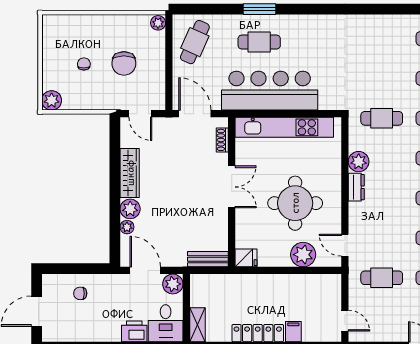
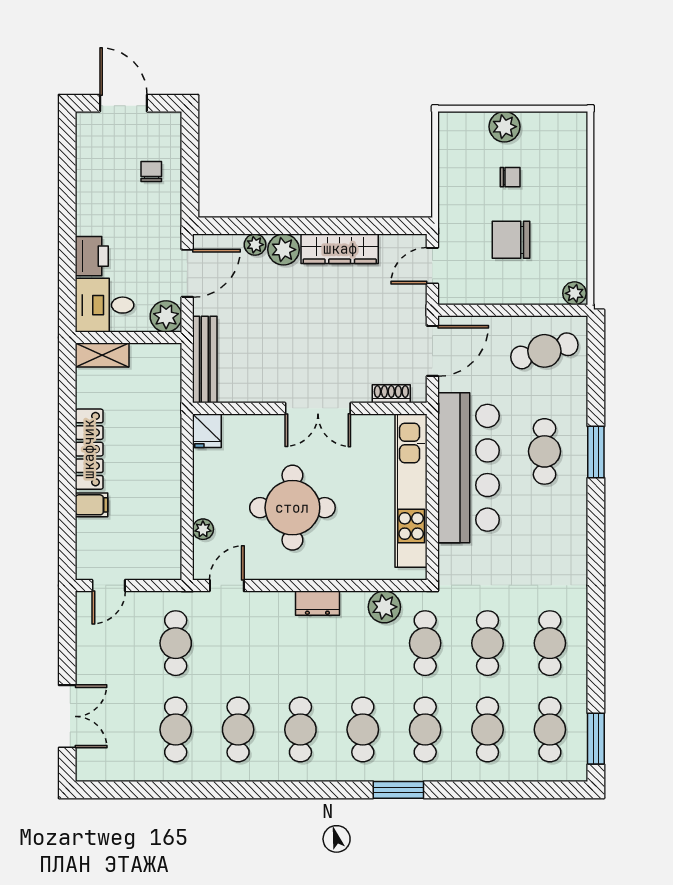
cafe table: (382, 39) -> (550, 643), added
cafe table: (195, 42) -> (544, 351), turned -40
cafe table: (382, 78) -> (488, 643), added
plant: (52, 100) -> (504, 127), moved
plant: (359, 162) -> (384, 607), moved
plant: (303, 255) -> (203, 529), width x0.53, depth x0.53
bench: (208, 259) -> (205, 360), width x1.36

